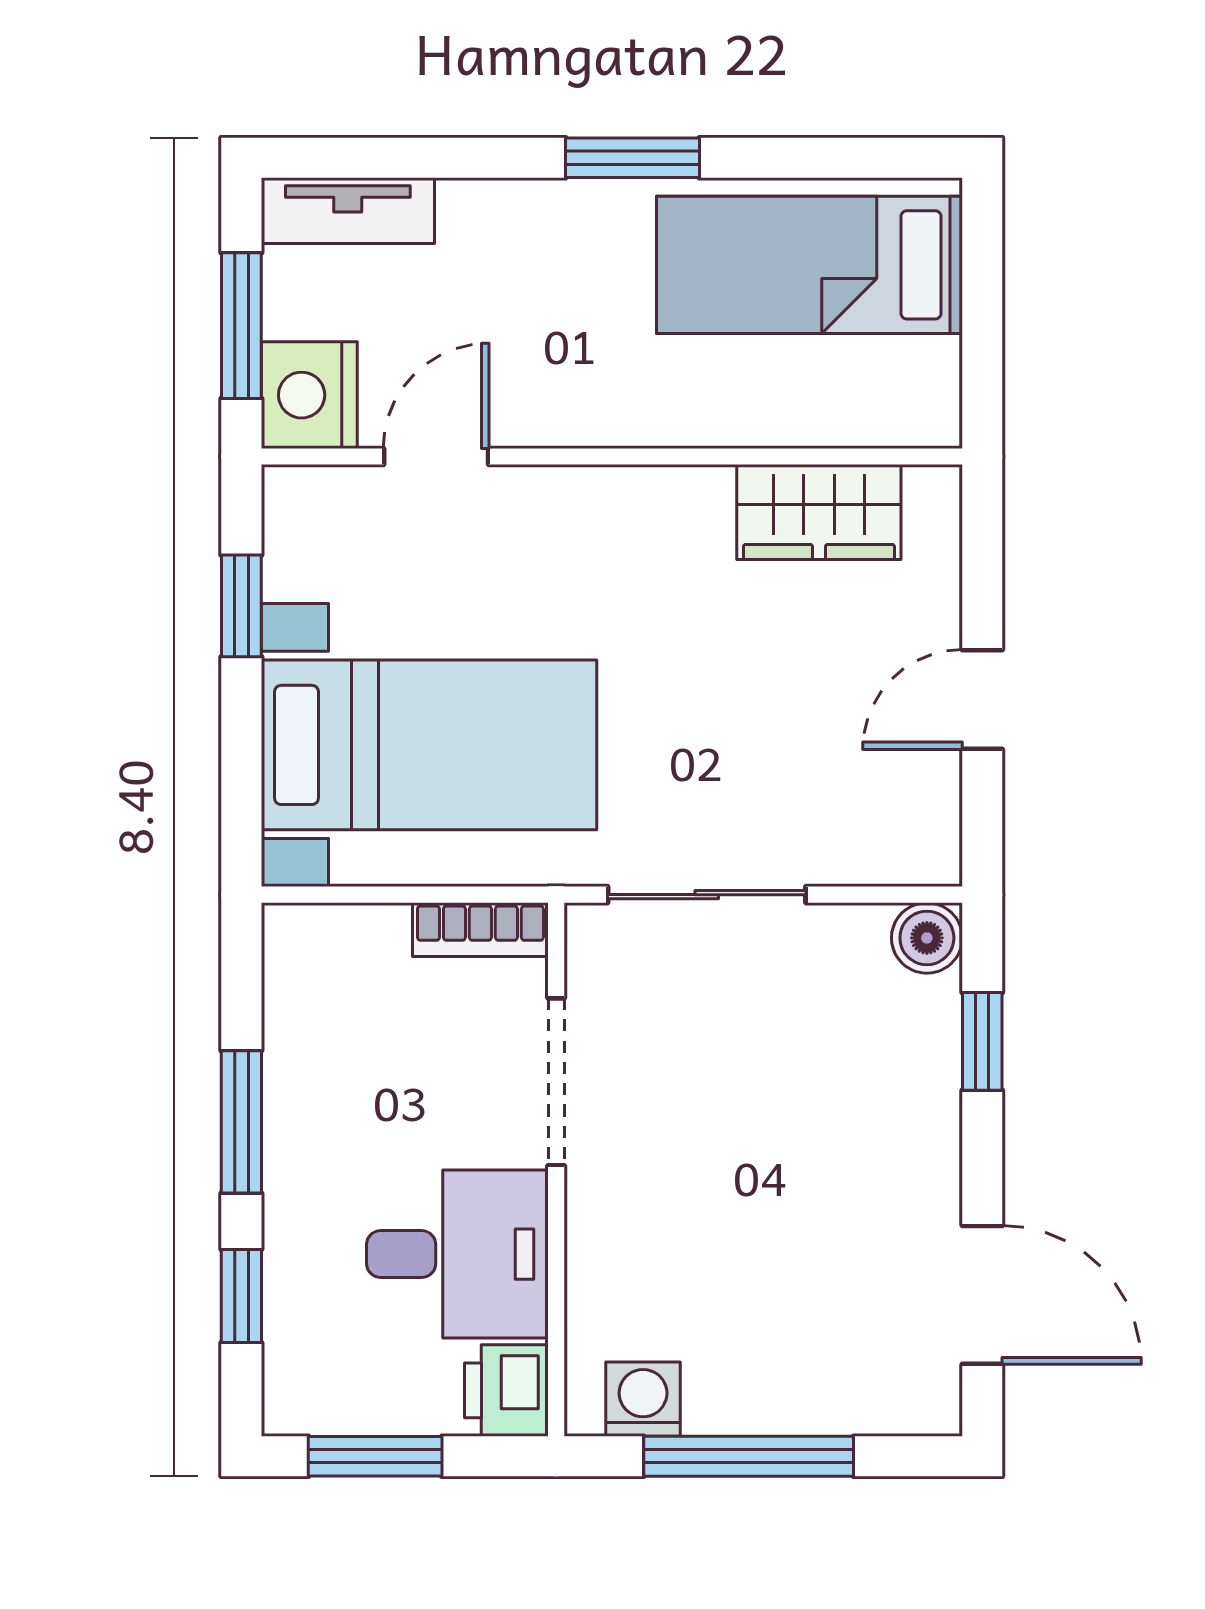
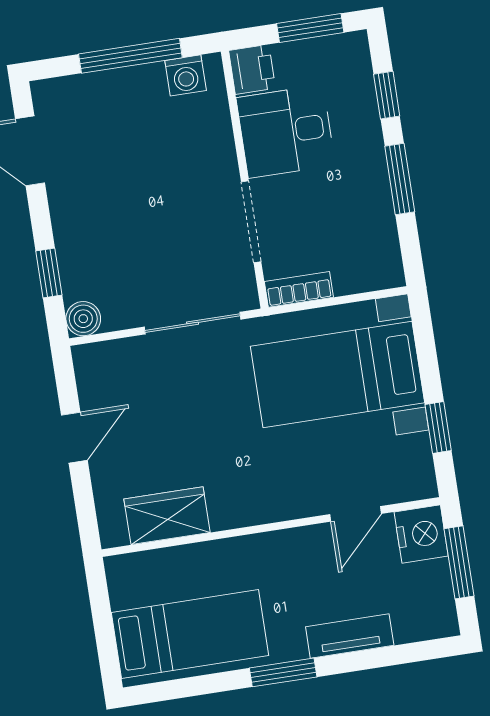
tv unit: (348, 211) -> (350, 636), moved

